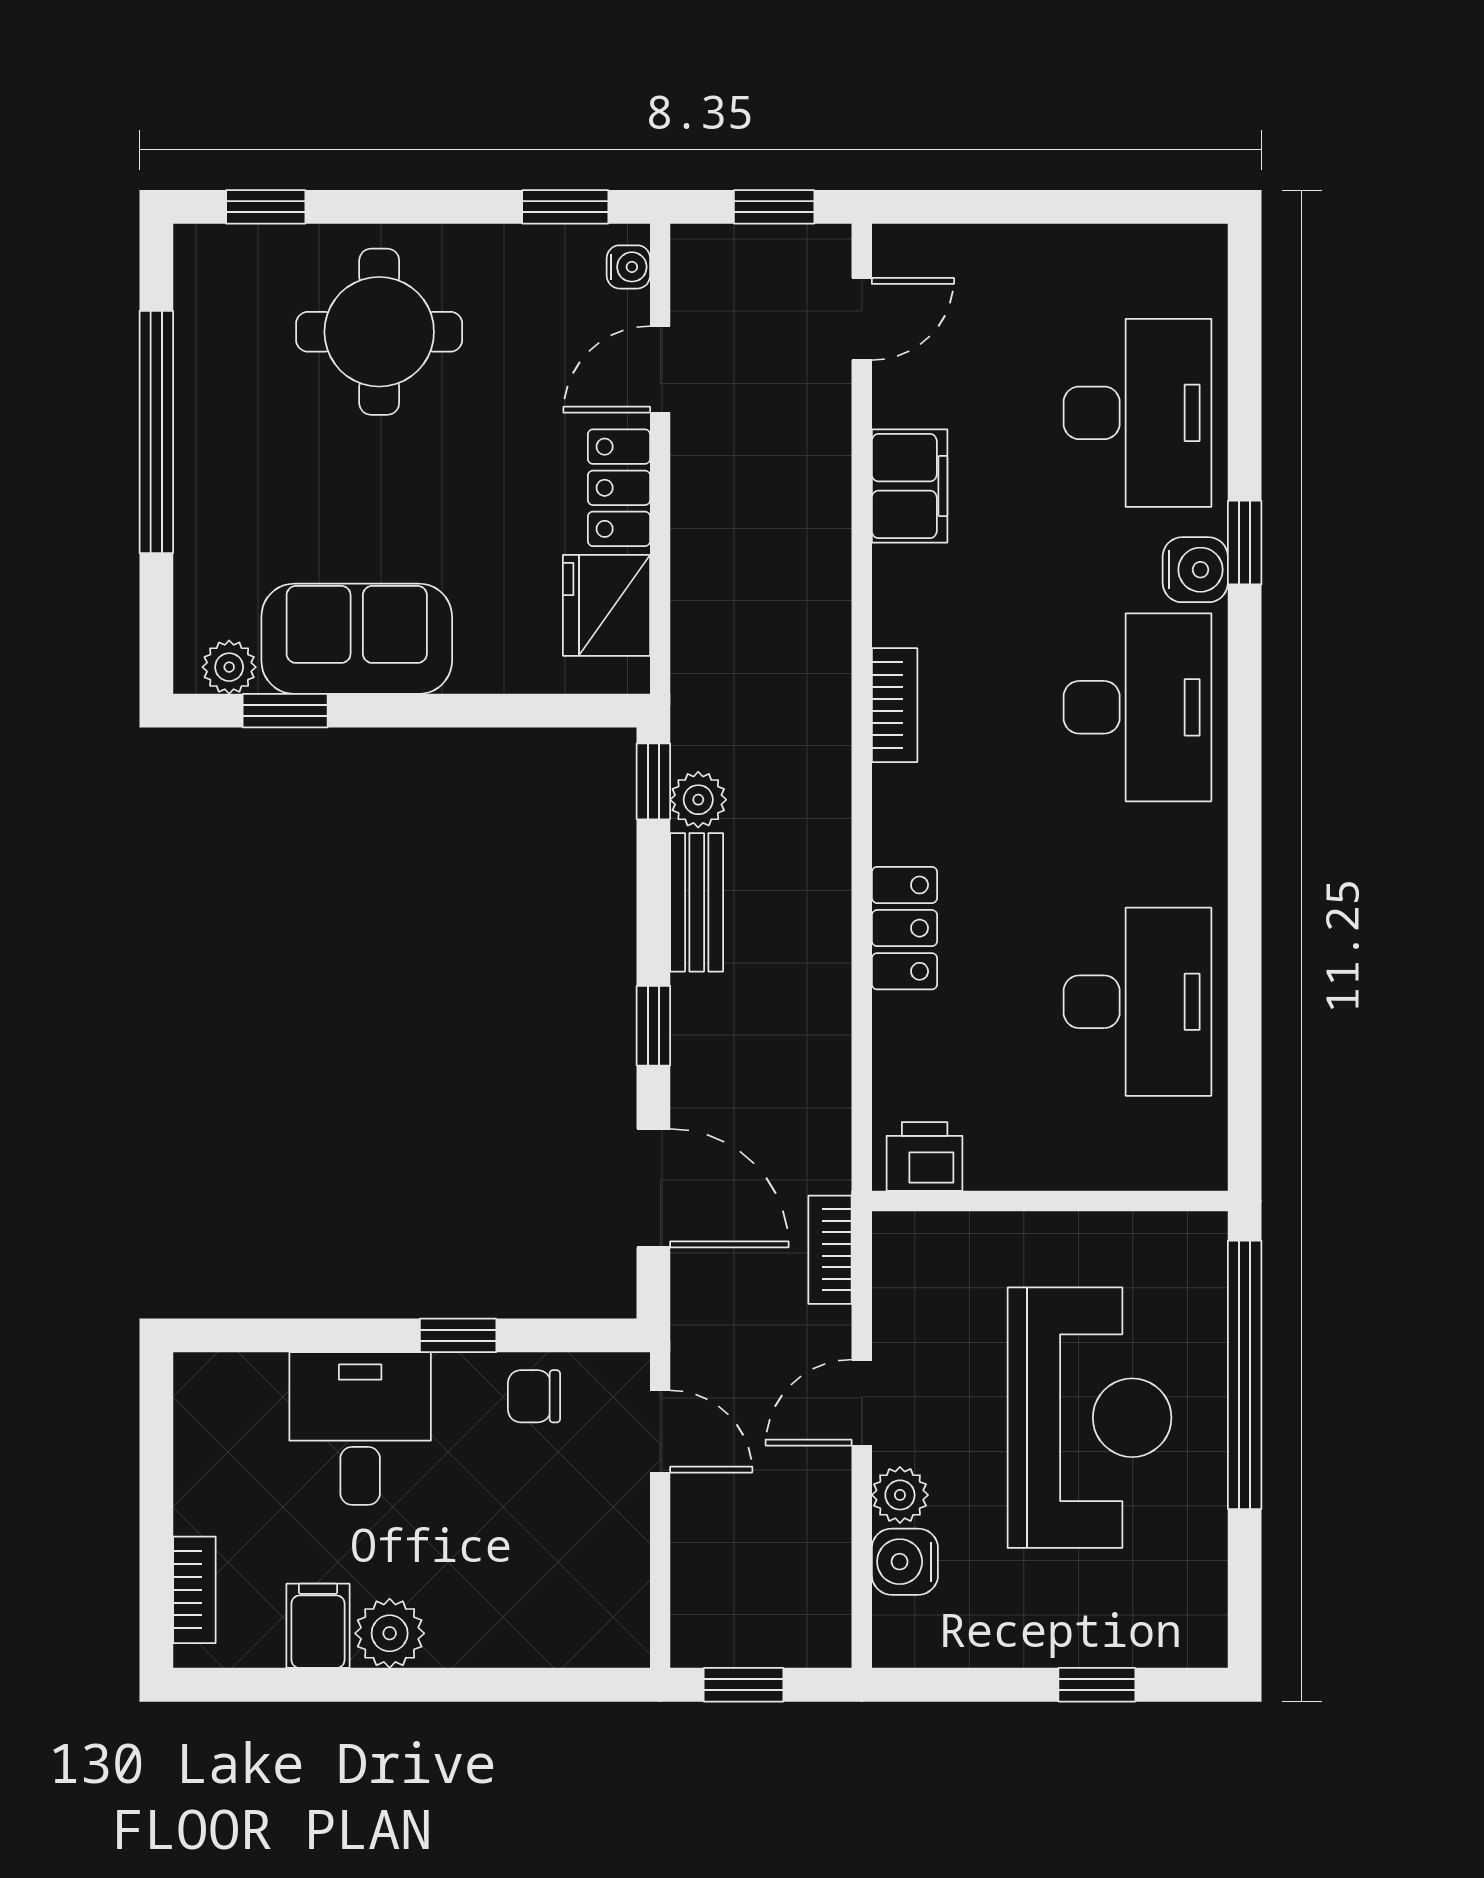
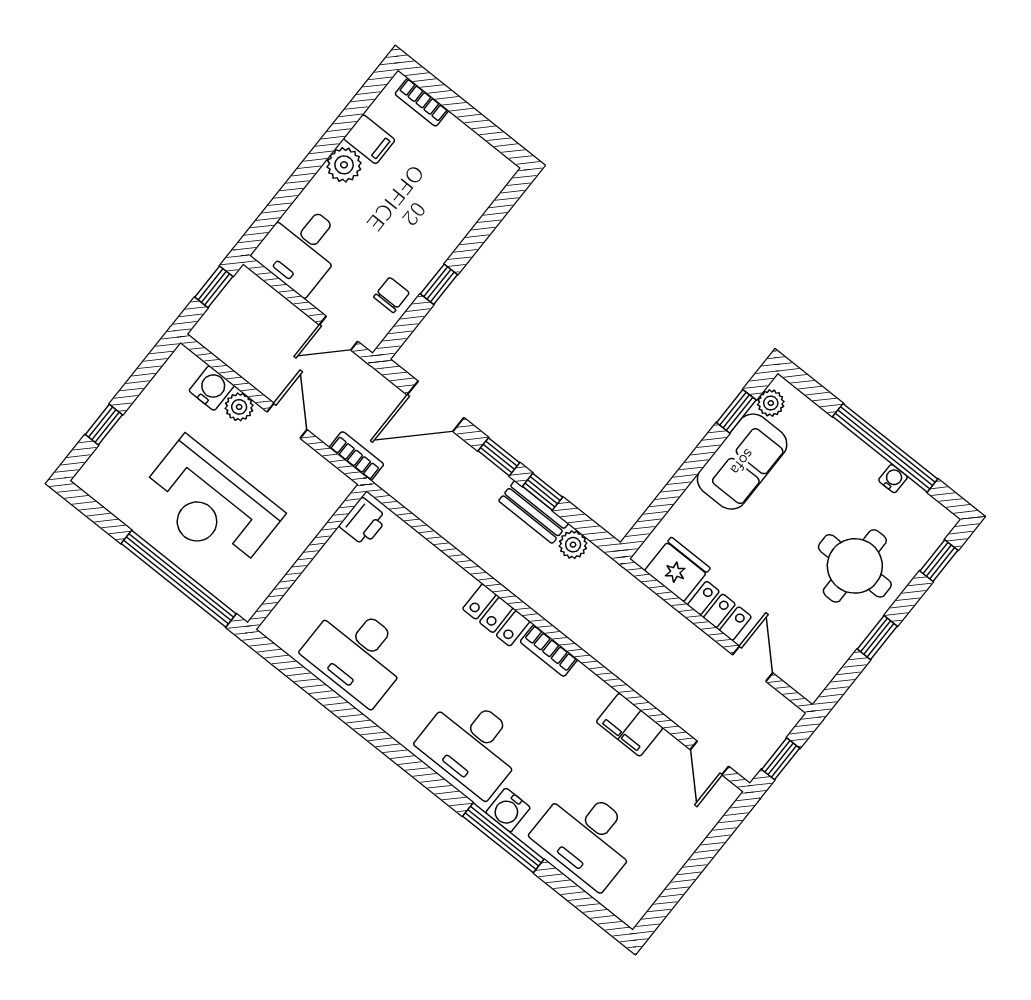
window: (565, 207) -> (877, 638), moved
water cooler: (628, 267) -> (893, 479), moved, turned 180
window: (1245, 543) -> (503, 838), width x2.17
window: (653, 781) -> (543, 492), moved
locker: (904, 928) -> (496, 615), moved
desk: (360, 1429) -> (301, 248), moved, turned 90

